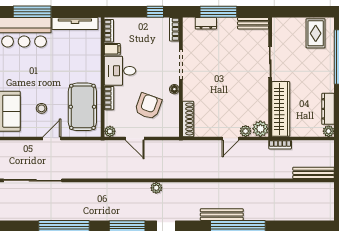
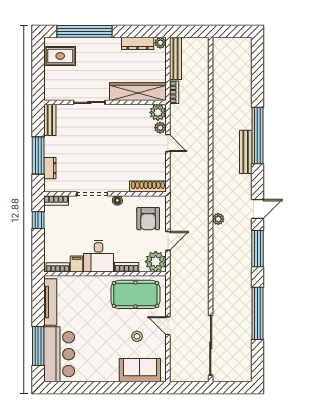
armchair: (148, 106) -> (148, 219), moved, turned -110
plant: (110, 131) -> (156, 262), width x1.88, depth x1.88
bench: (314, 173) -> (175, 59), moved

